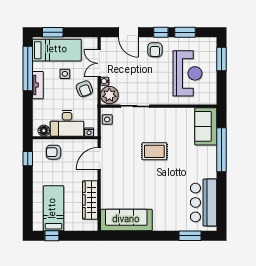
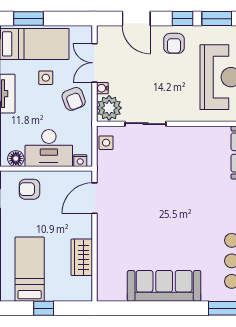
rug: (154, 151) -> (173, 188), removed
wardrobe: (90, 200) -> (82, 257), width x0.67
sofa: (126, 220) -> (164, 286), moved
window: (52, 236) -> (44, 308), moved

